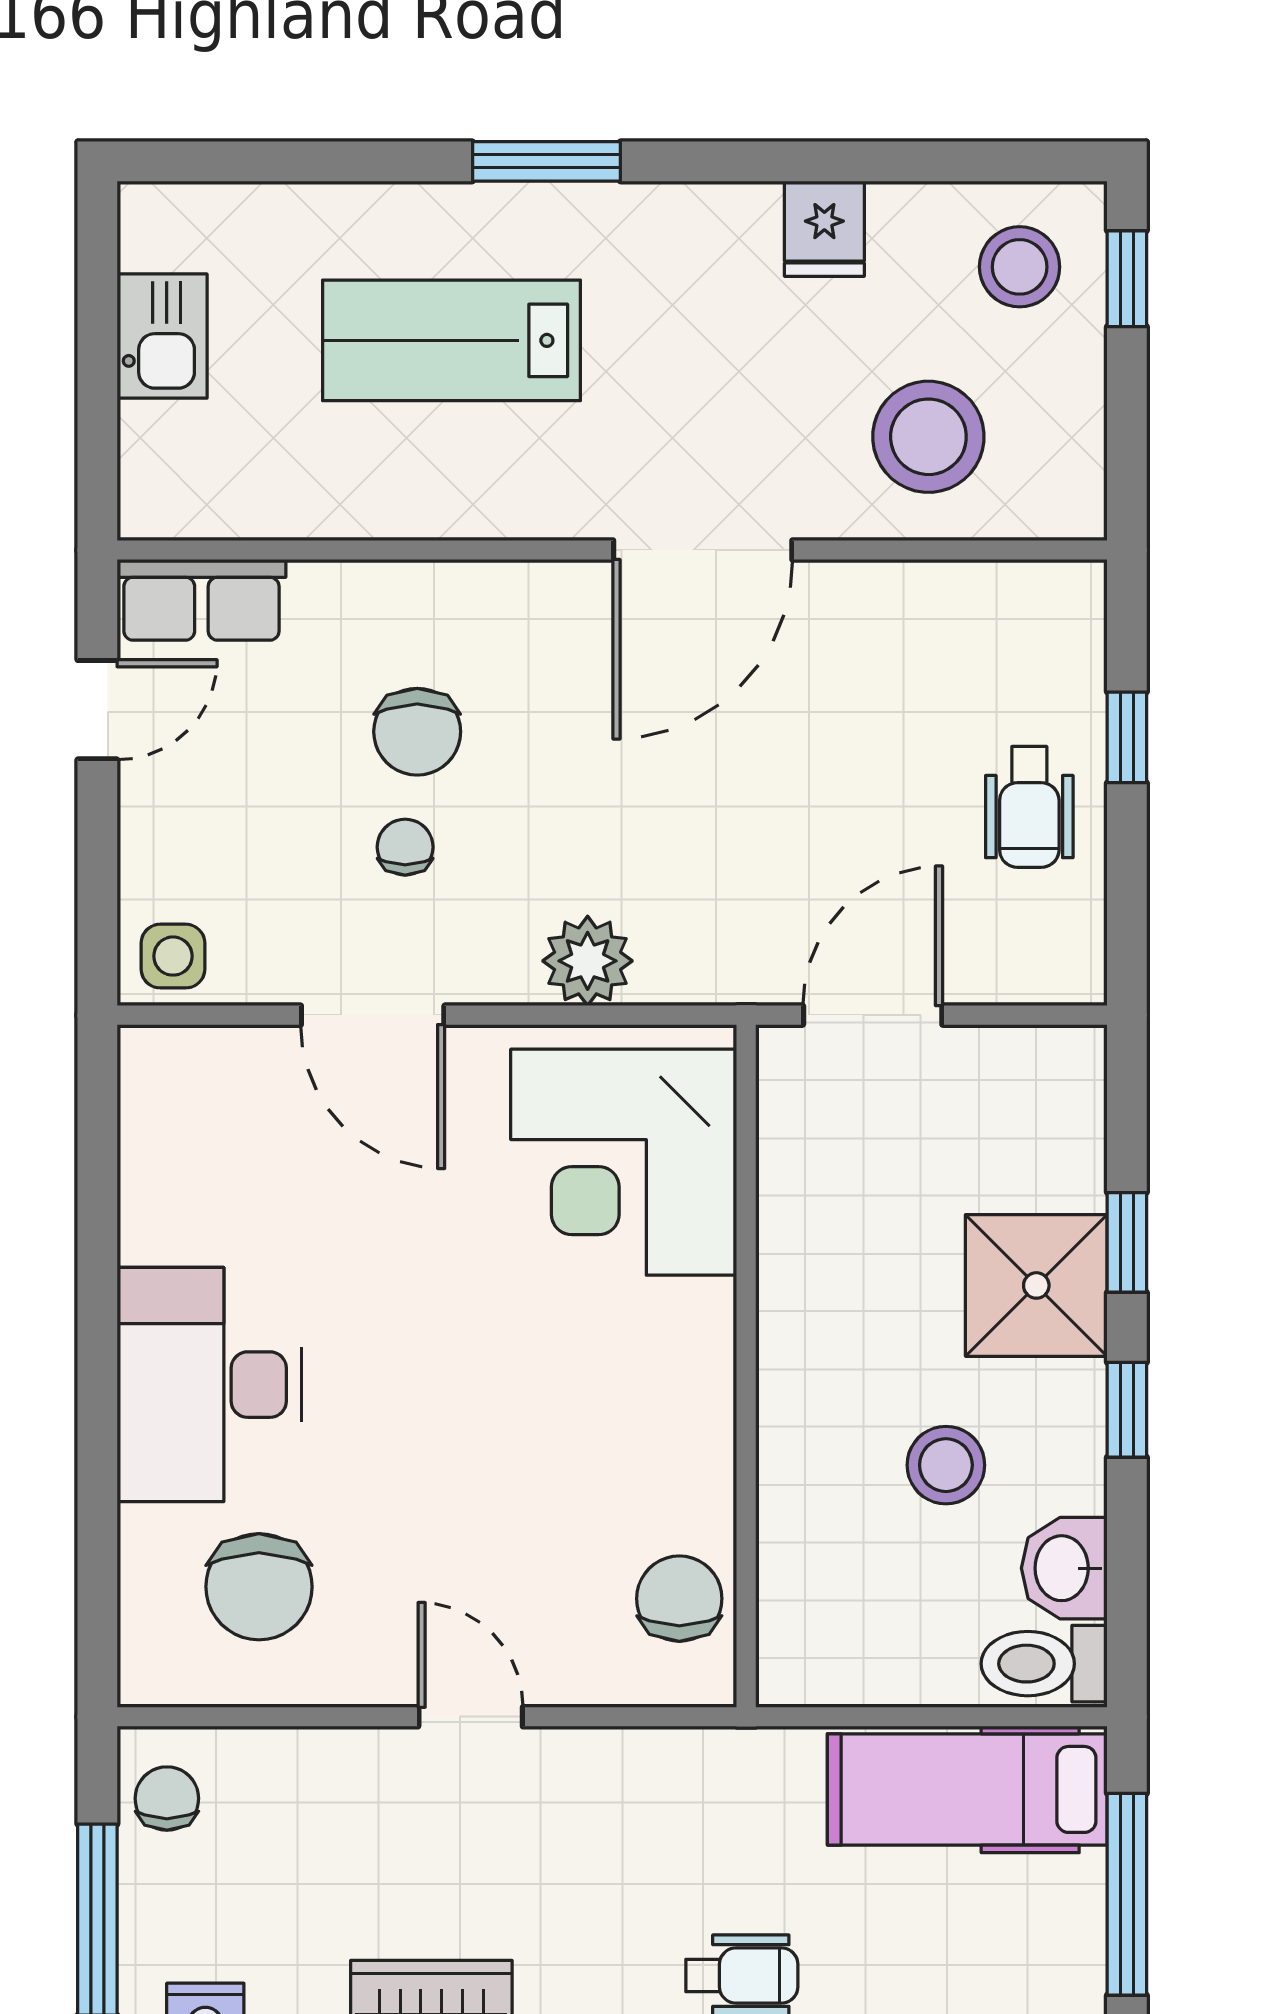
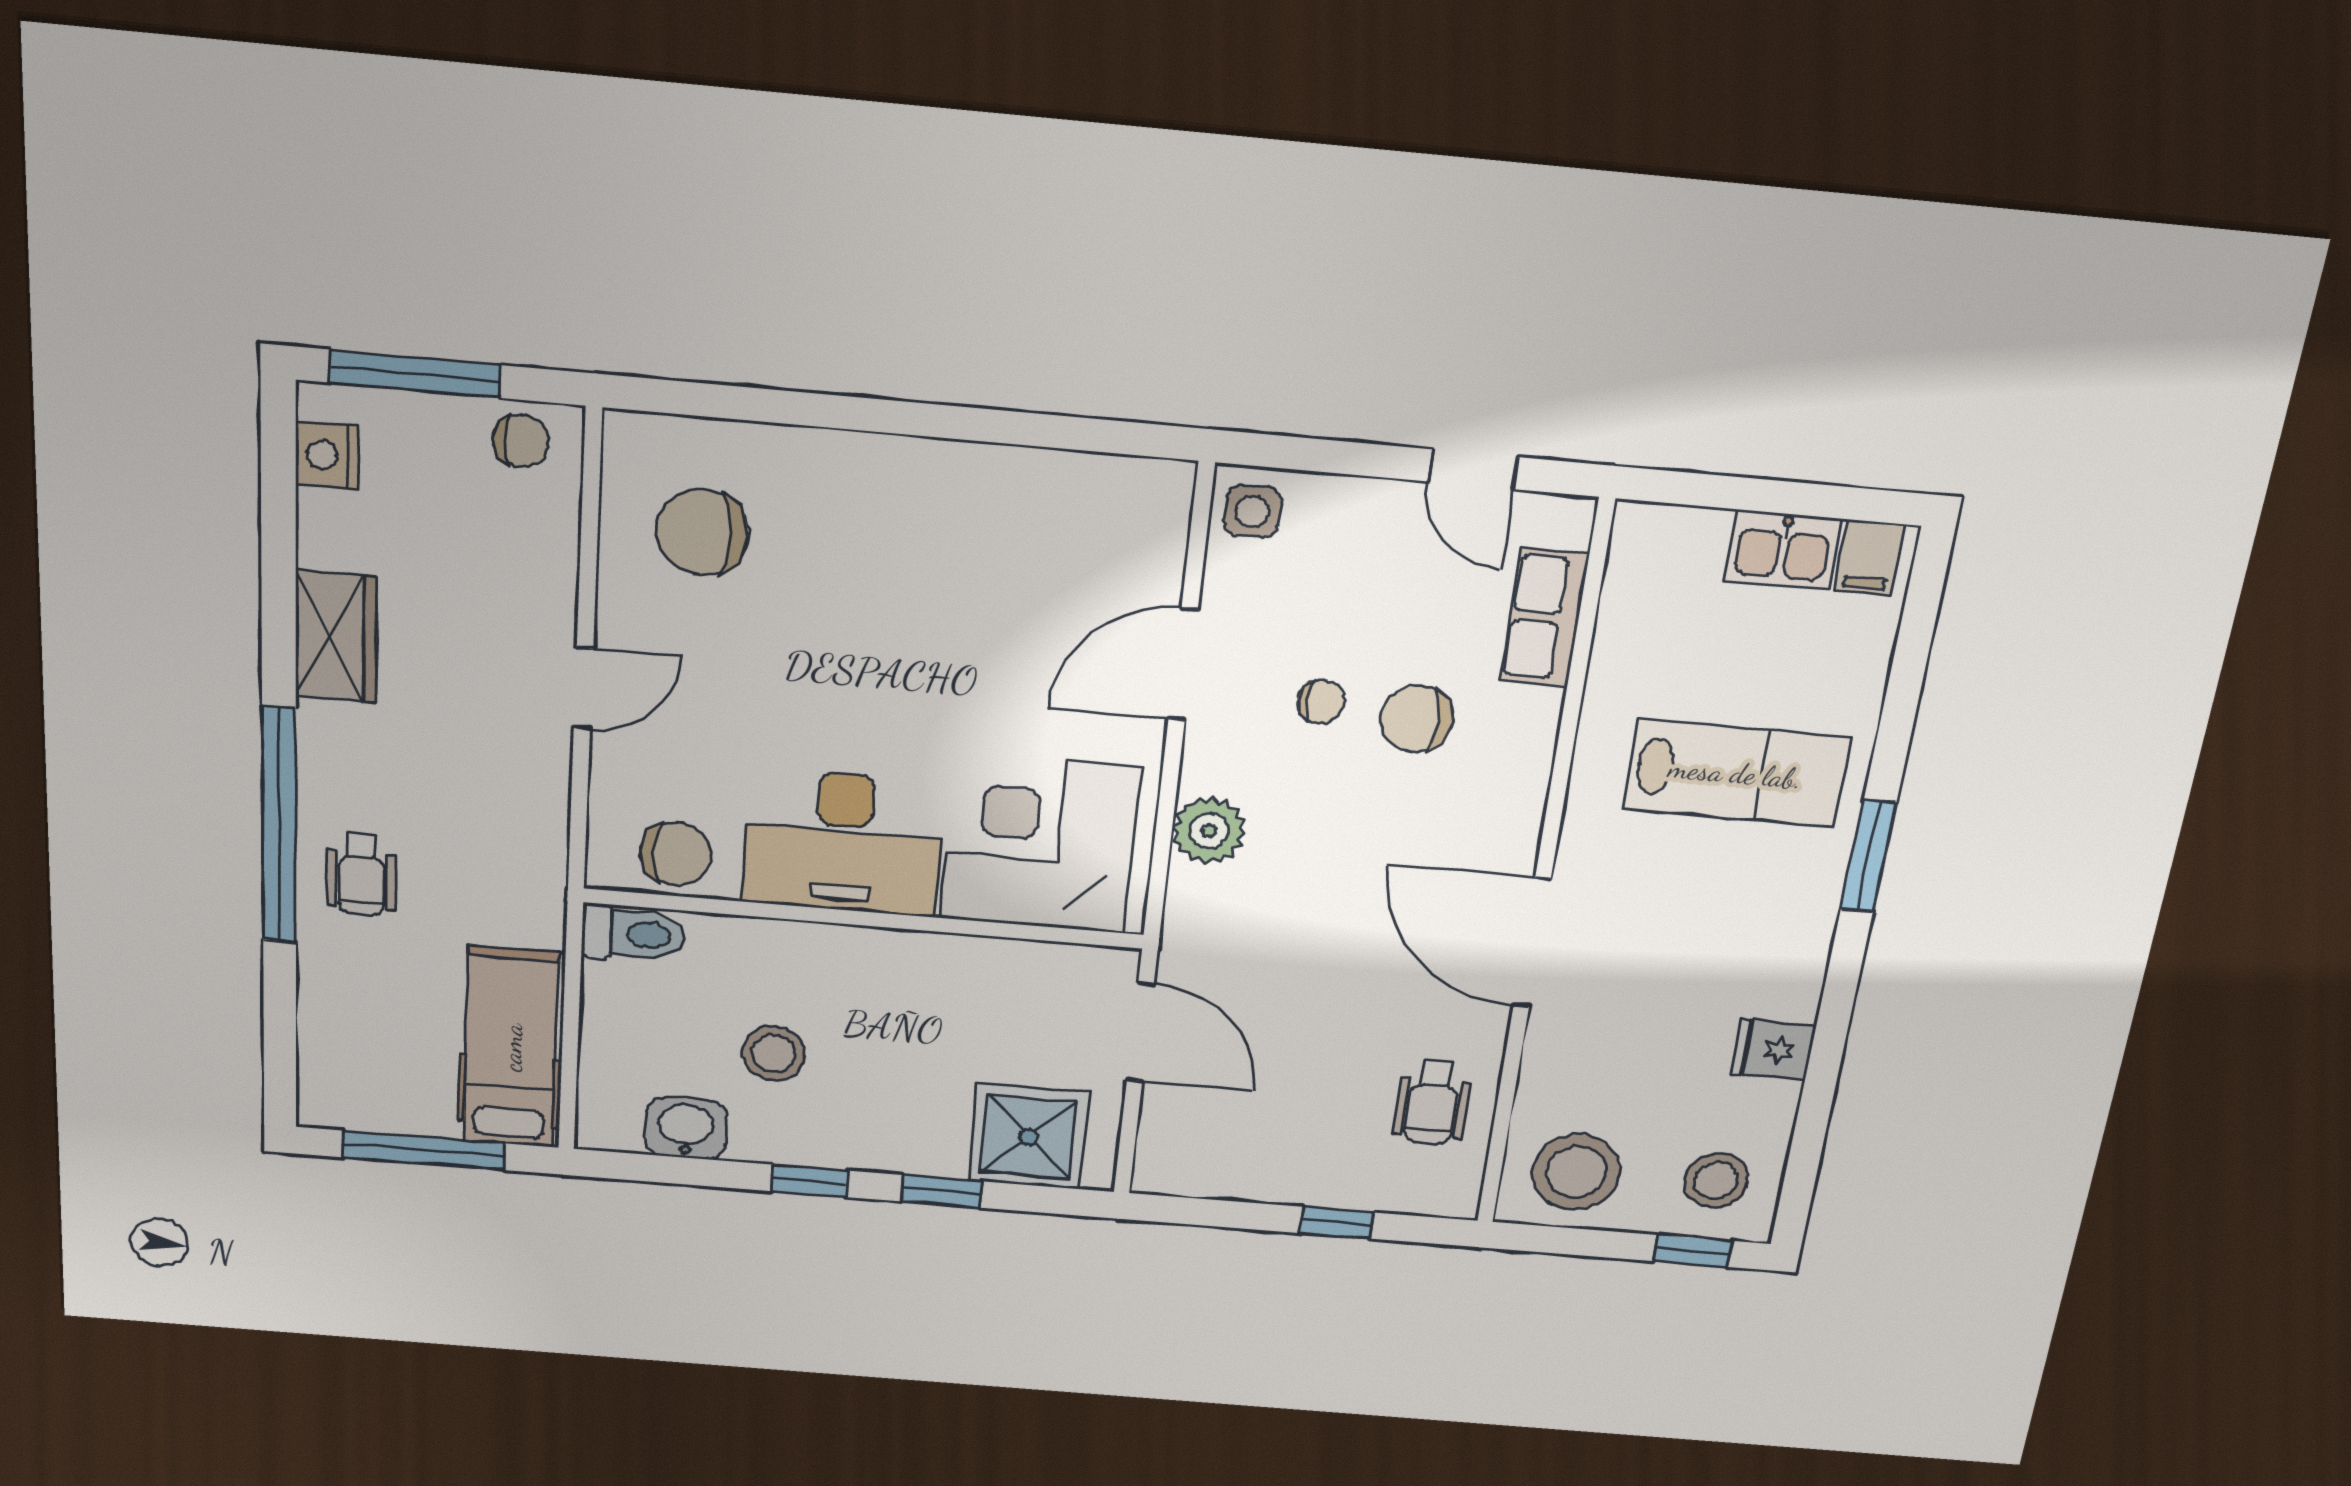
filing cabinet: (162, 234) -> (1870, 558), added
lab bench: (451, 340) -> (1736, 773), turned 90
stool: (928, 437) -> (1576, 1172), moved
row of seats: (201, 600) -> (1544, 618), moved
wheelchair: (1029, 807) -> (1432, 1102), moved, turned -90
shower: (1036, 1285) -> (1028, 1137), moved
desk: (209, 1385) -> (843, 842), moved, turned 180
toilet: (1044, 1664) -> (634, 934), moved, turned 90

